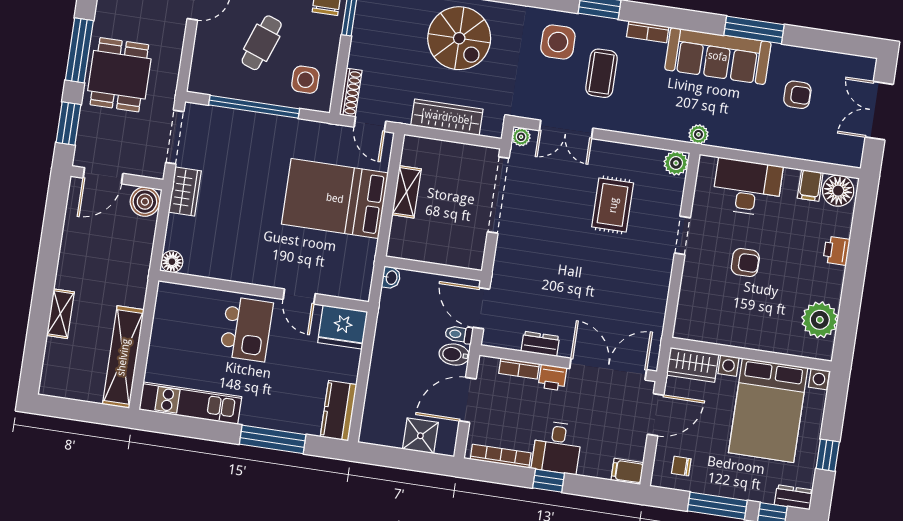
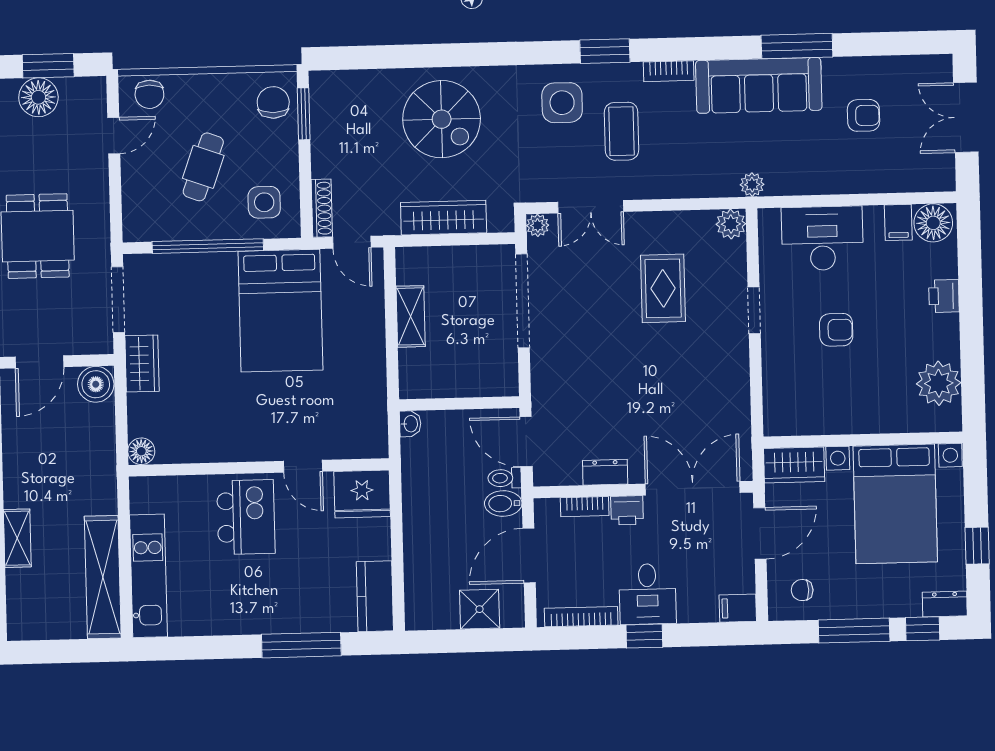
bed: (335, 198) -> (280, 311), moved, turned -90
kitchen unit: (190, 403) -> (149, 576), moved, turned 90

